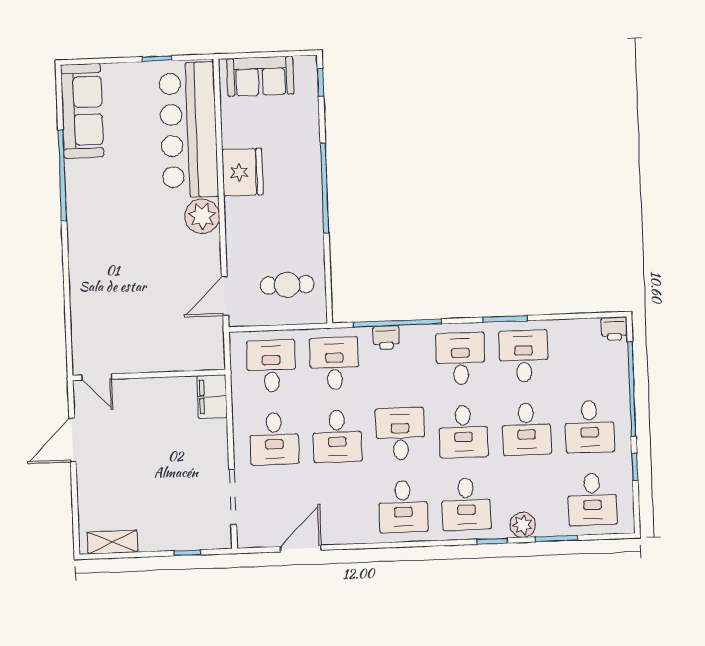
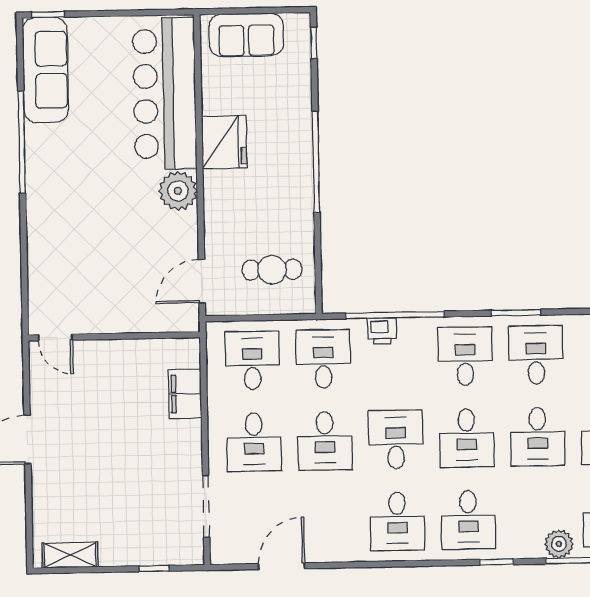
window: (157, 59) -> (48, 15), moved
wall: (149, 375) -> (114, 336), moved
door: (97, 377) -> (55, 337), moved
plant: (523, 525) -> (559, 544), moved

